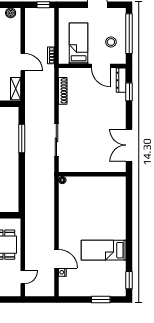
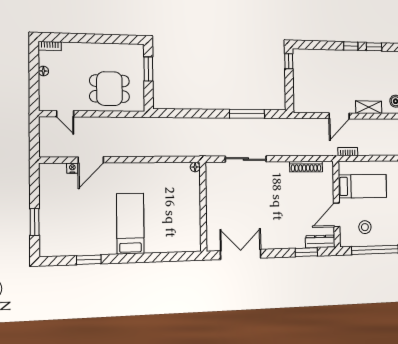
shelving: (16, 89) -> (369, 107), moved
bed: (104, 250) -> (130, 224), moved
window: (129, 280) -> (89, 260), moved

